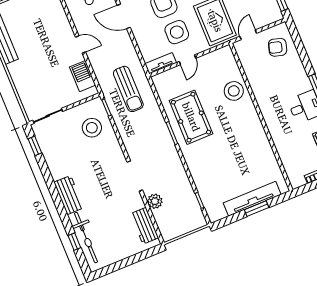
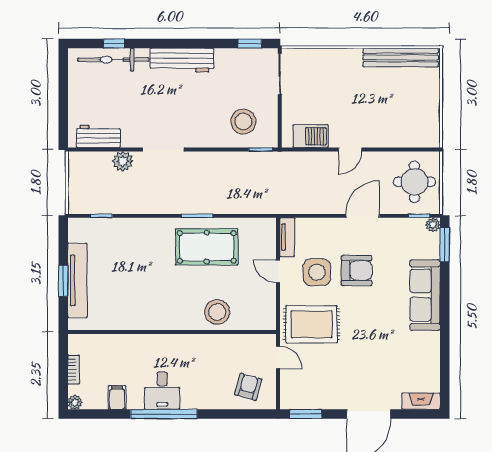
sun lounger: (128, 89) -> (272, 185), removed
workbench: (69, 195) -> (182, 60), width x1.38

